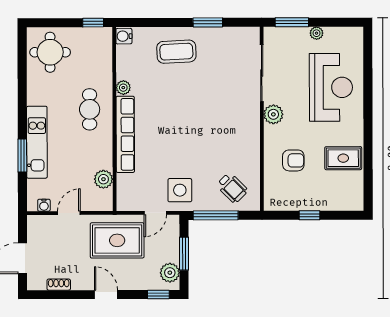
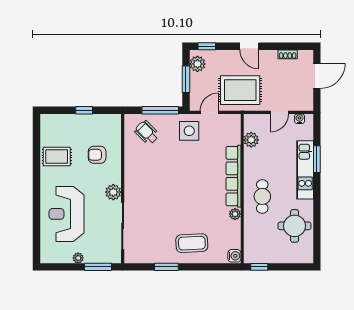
round table: (50, 52) -> (295, 226), moved

